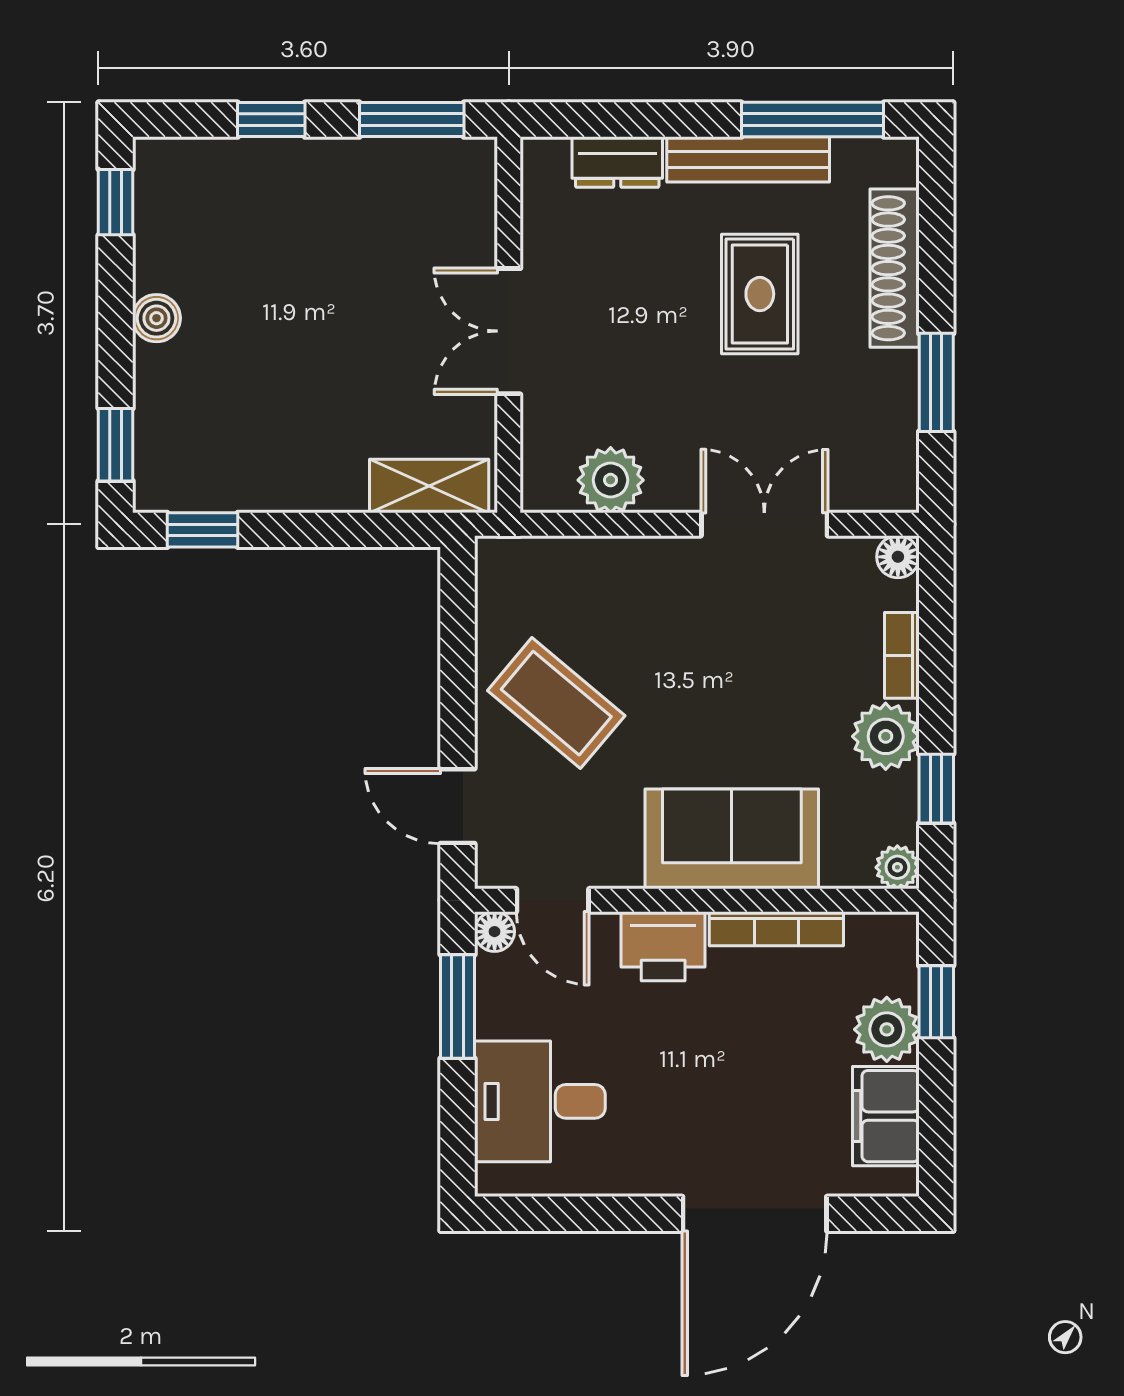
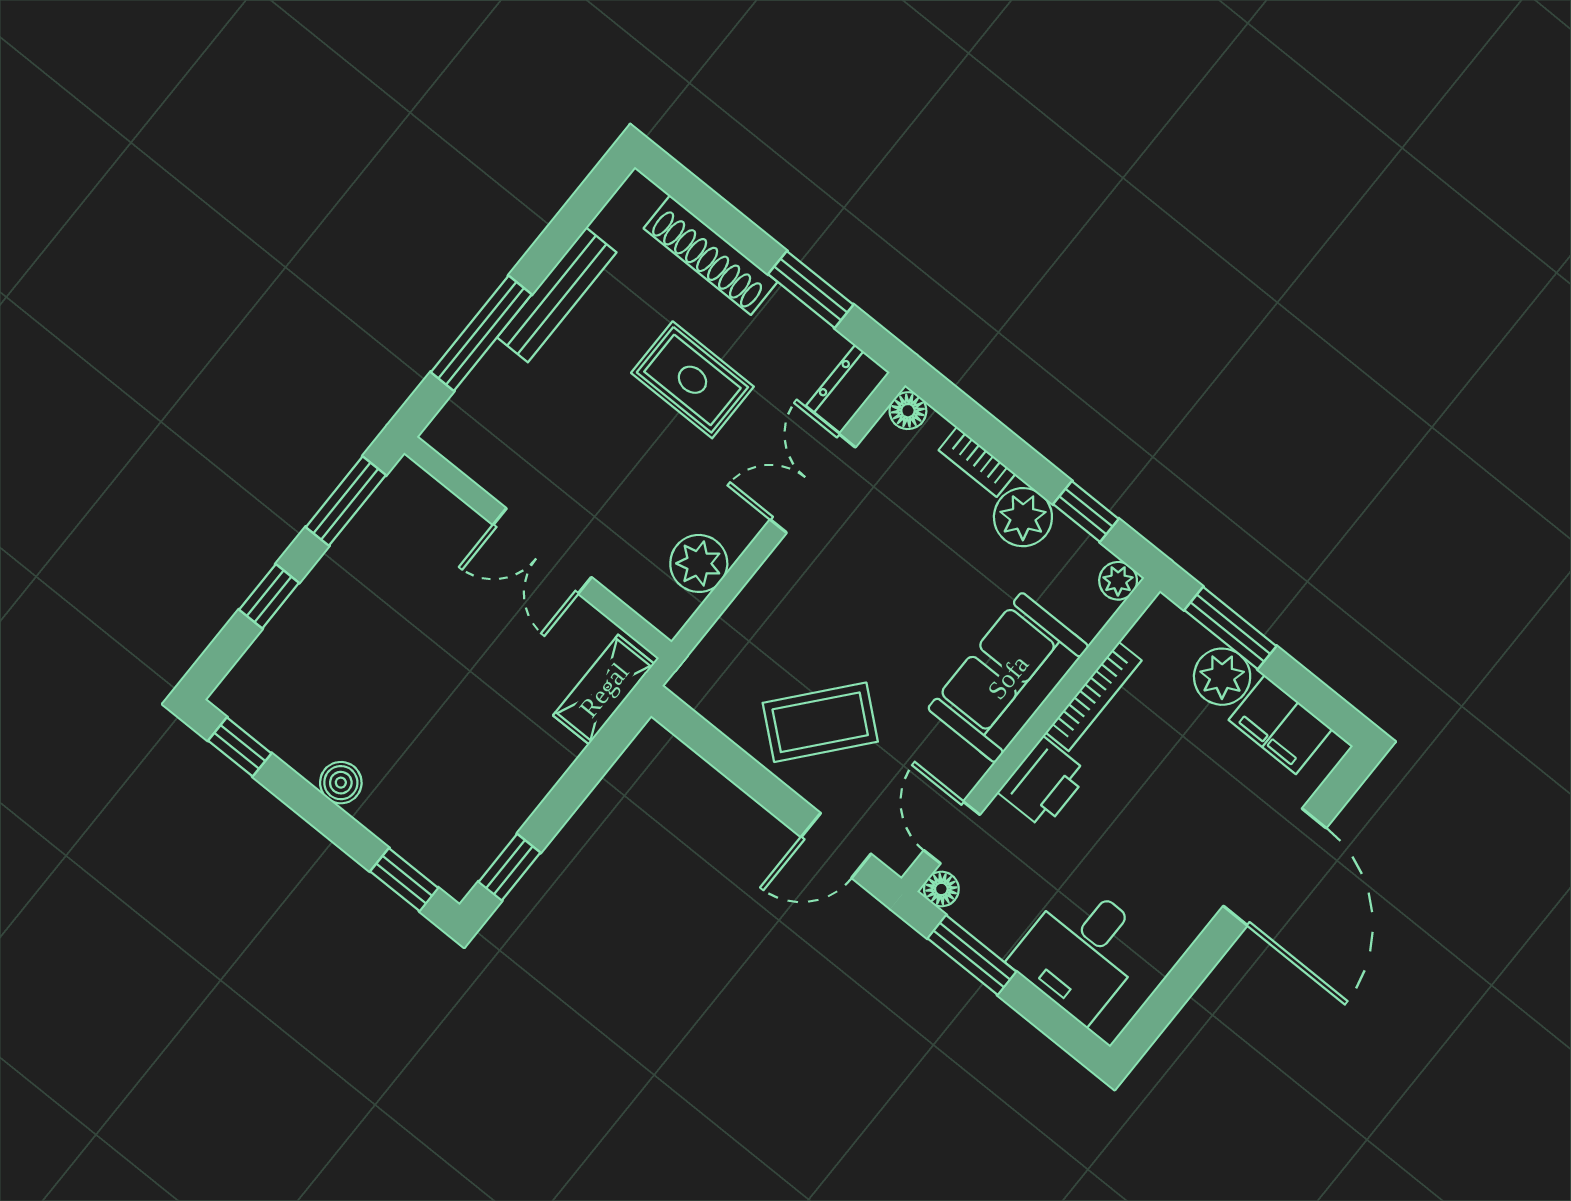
window: (813, 120) -> (481, 333), moved
dresser: (617, 162) -> (848, 389), moved, turned 180
rug: (760, 294) -> (692, 380), moved
door: (553, 900) -> (952, 832), swing flipped
window: (936, 1002) -> (1230, 628), width x1.50

